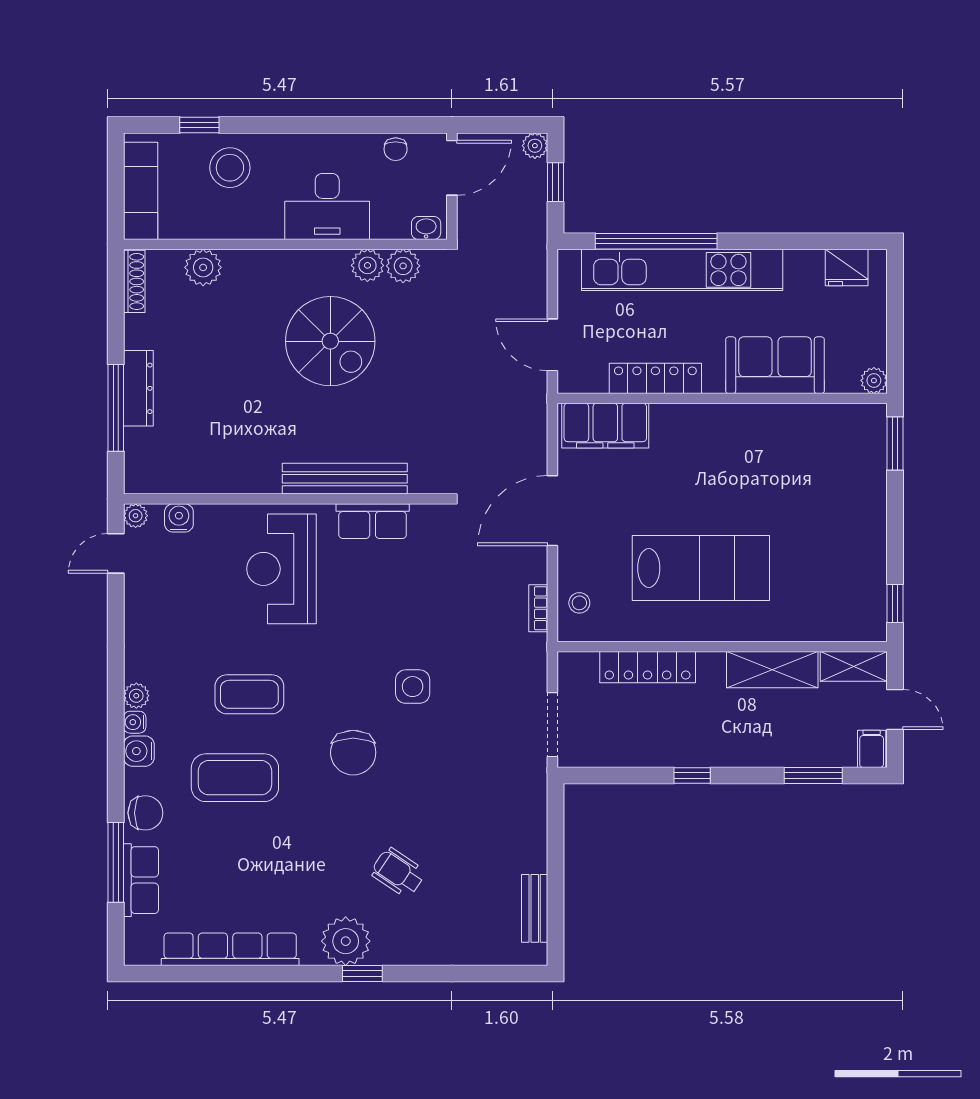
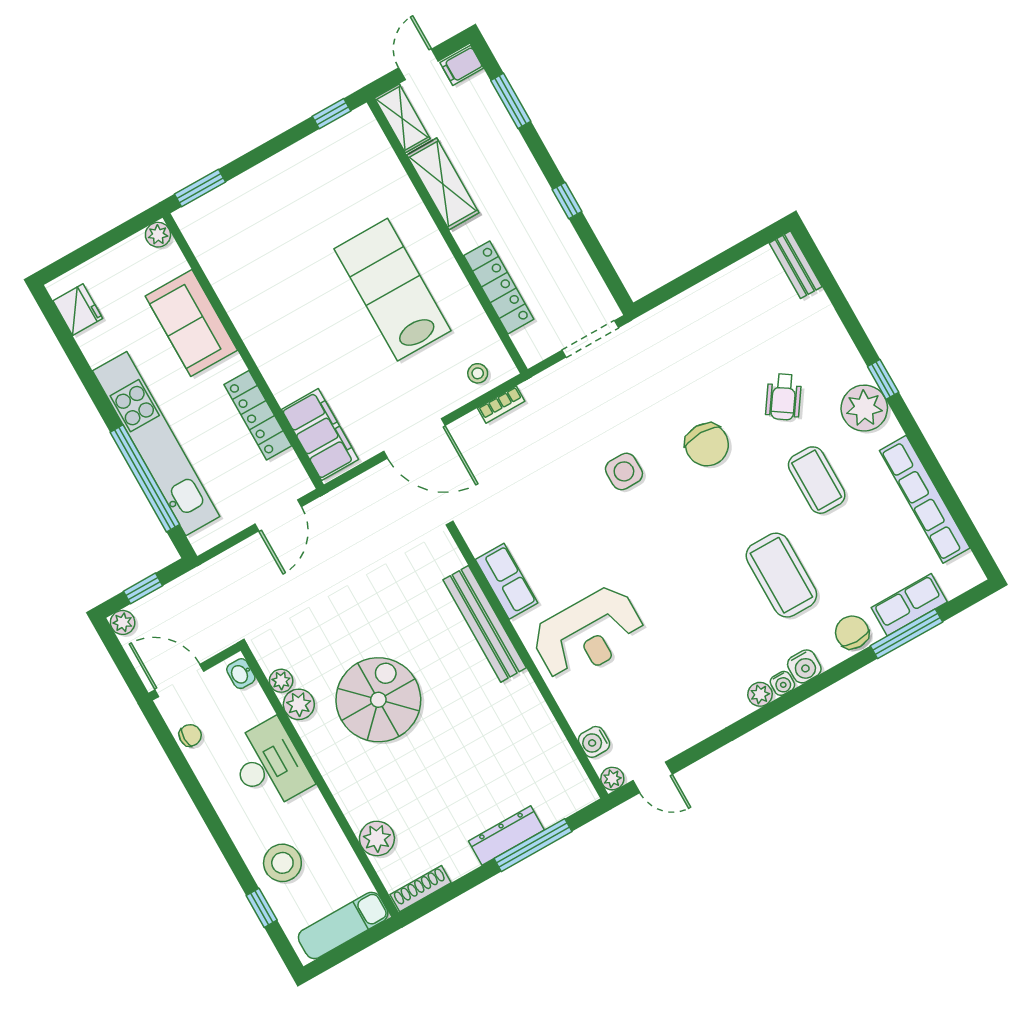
plant: (403, 266) -> (281, 681), width x0.73, depth x0.73
coffee table: (249, 694) -> (817, 480), moved
chair: (353, 753) -> (707, 445), moved, turned 90
bench: (535, 908) -> (796, 265), moved, turned 90

